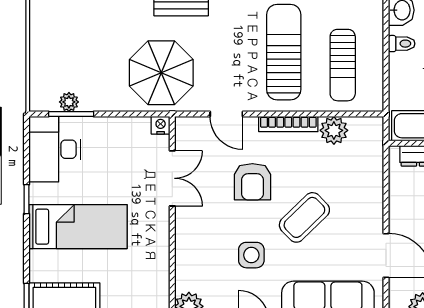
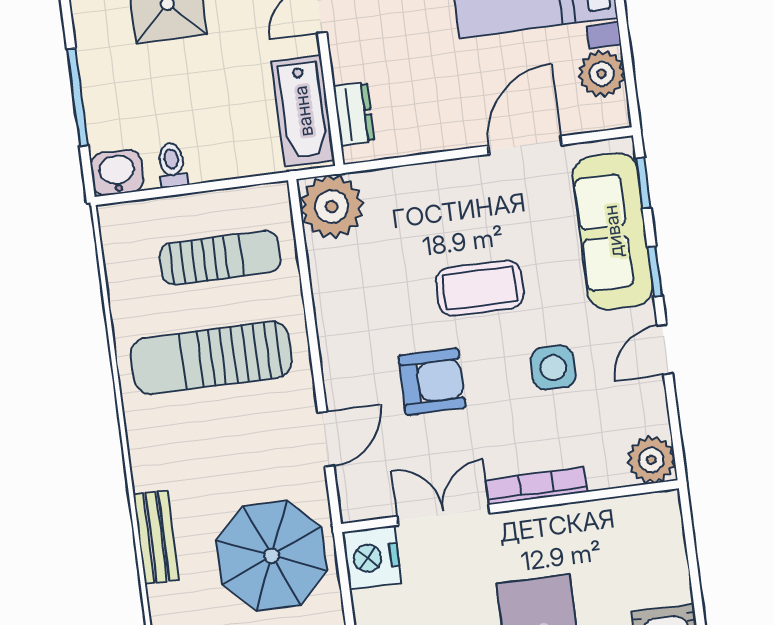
bookcase: (288, 124) -> (536, 486), moved, turned -90
nightstand: (161, 125) -> (372, 558), width x1.89, depth x1.79
plant: (334, 130) -> (332, 206), moved, width x1.36, depth x1.36
coffee table: (304, 217) -> (480, 288), turned -46

